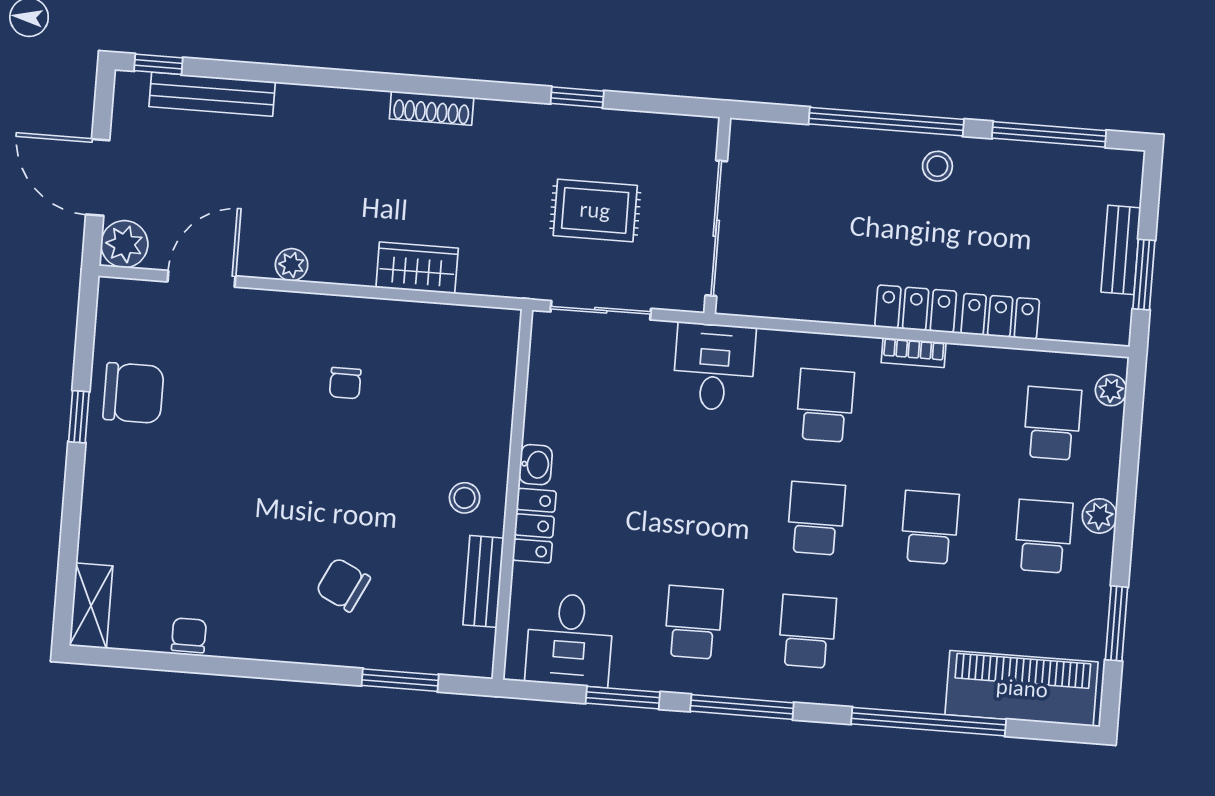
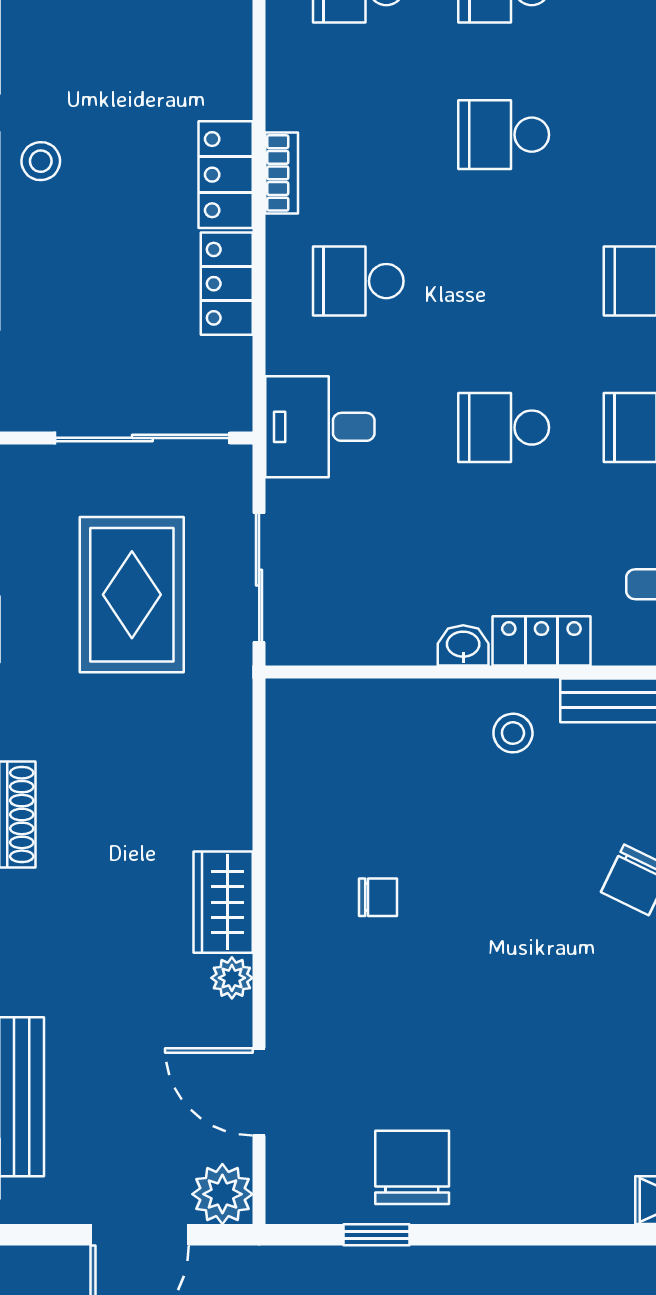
rug: (595, 210) -> (132, 595), width x1.36, depth x1.43
wardrobe: (417, 268) -> (223, 902), moved
locker: (1000, 316) -> (227, 284), moved
window: (79, 417) -> (377, 1235), moved
school desk: (816, 518) -> (504, 428), moved

